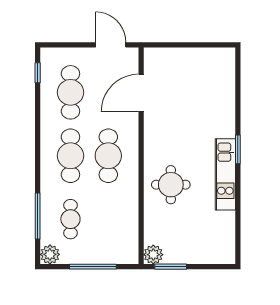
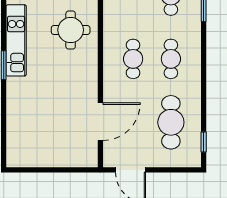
cafe table: (70, 156) -> (171, 59), width x0.73, depth x0.74
cafe table: (108, 156) -> (133, 59), width x0.73, depth x0.74

